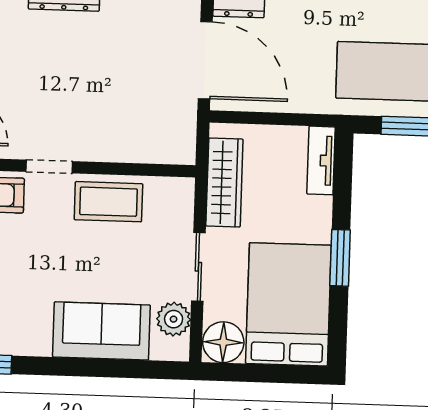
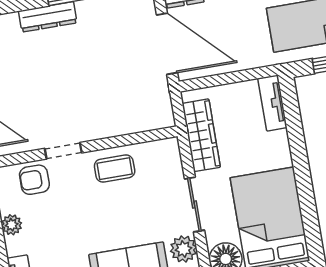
coffee table: (108, 202) -> (115, 169), width x0.73, depth x0.77
window: (340, 258) -> (303, 175), removed

